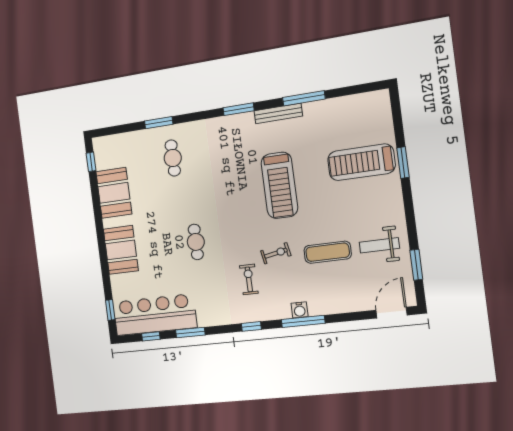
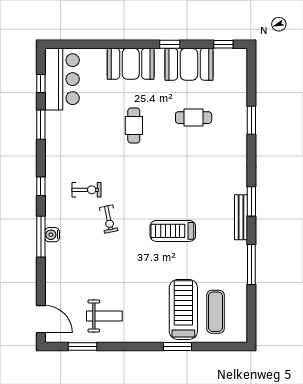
bench: (278, 113) -> (241, 217), moved
cafe table: (173, 158) -> (194, 118), moved
treadmill: (279, 185) -> (173, 231), width x0.73, depth x0.73
cafe table: (196, 242) -> (134, 125), moved, turned 90
weight bench: (379, 245) -> (104, 316), turned 90
exercise mat: (328, 252) -> (215, 312), moved
window: (110, 310) -> (170, 44), moved
bar counter: (155, 315) -> (62, 79), width x0.73

